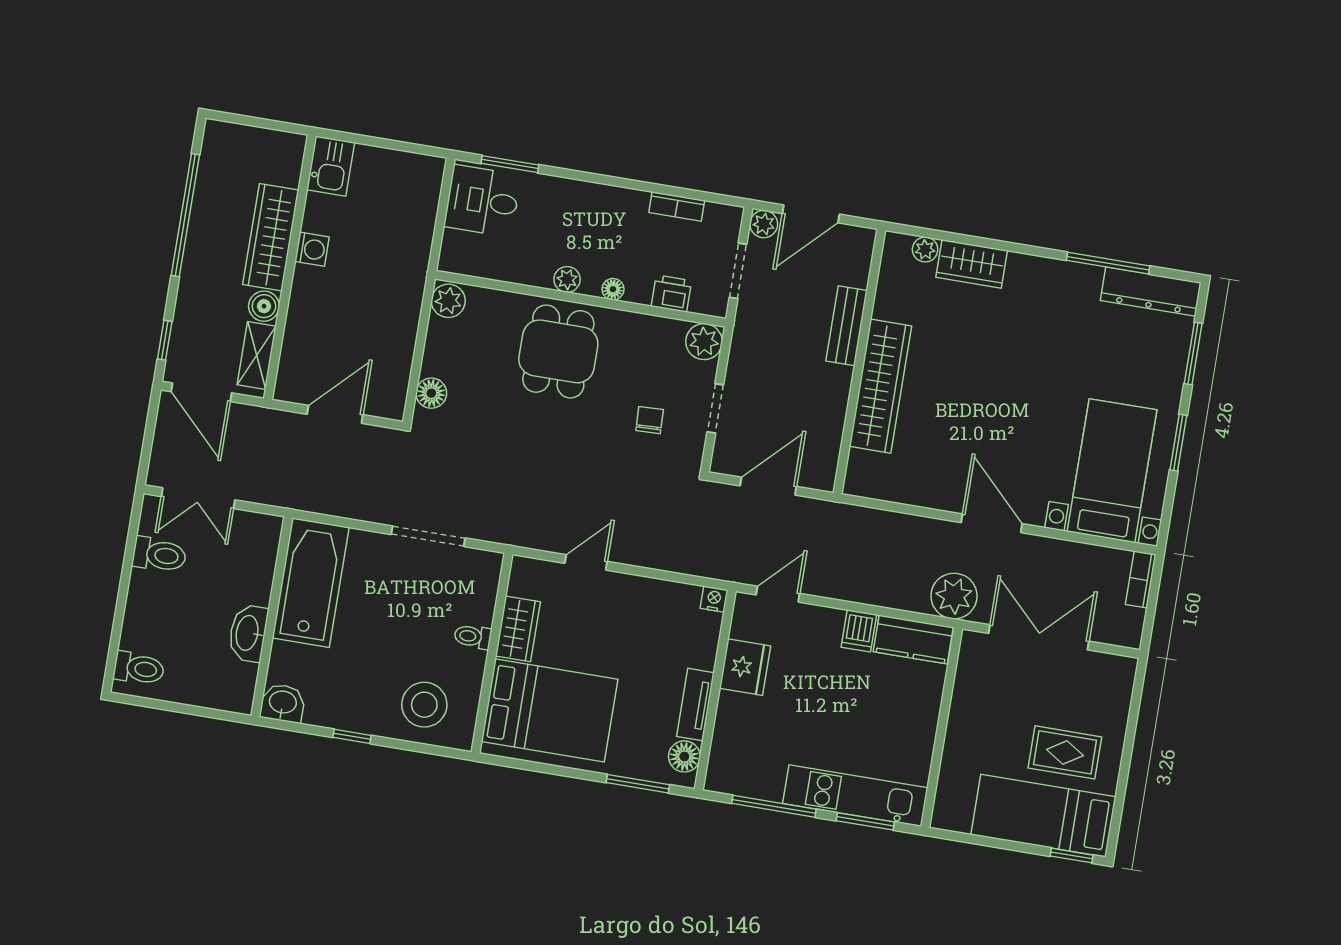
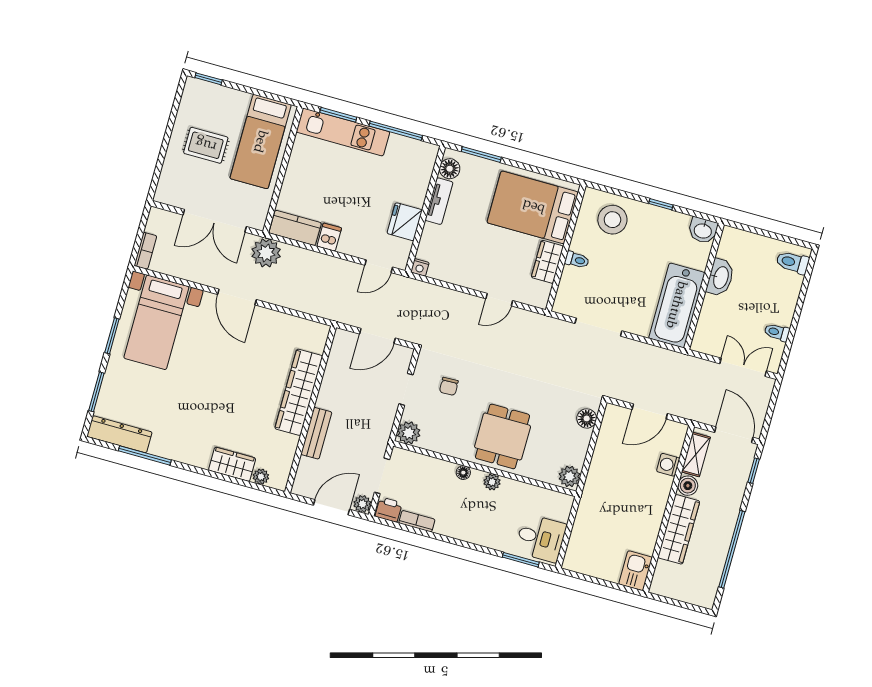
washing machine: (312, 249) -> (668, 465), moved
printer: (671, 293) -> (389, 510), moved, turned 180
toilet: (159, 555) -> (777, 332), width x0.73, depth x0.72
bed: (1043, 816) -> (261, 142), moved, turned 90

